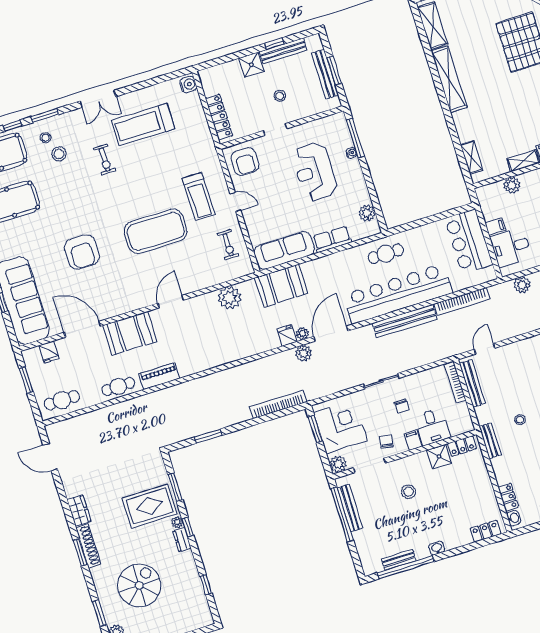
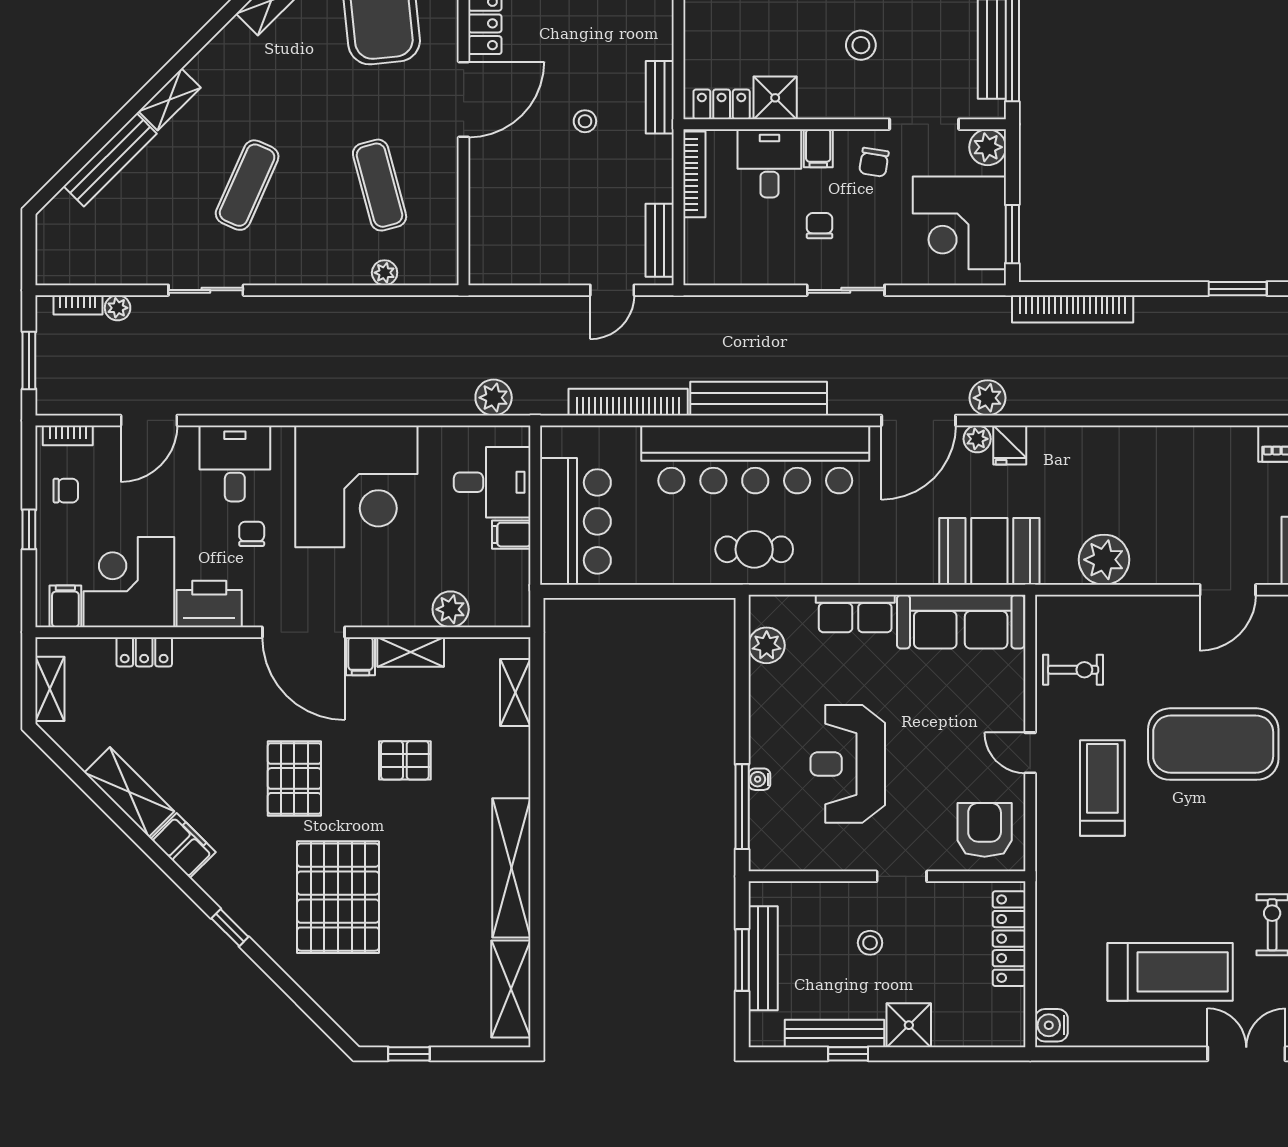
pallet: (511, 112) -> (405, 760), added
reception desk: (315, 172) -> (848, 764), turned 180
exercise bike: (228, 245) -> (1073, 670), turned 90
bookcase: (455, 382) -> (694, 174), moved
bench: (472, 383) -> (660, 240), width x0.73

